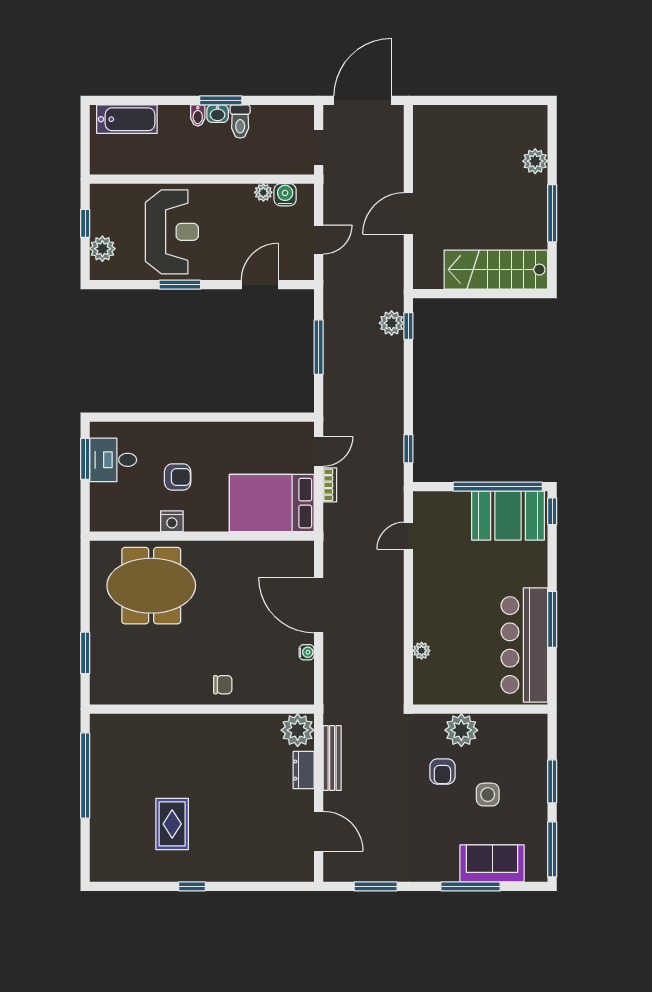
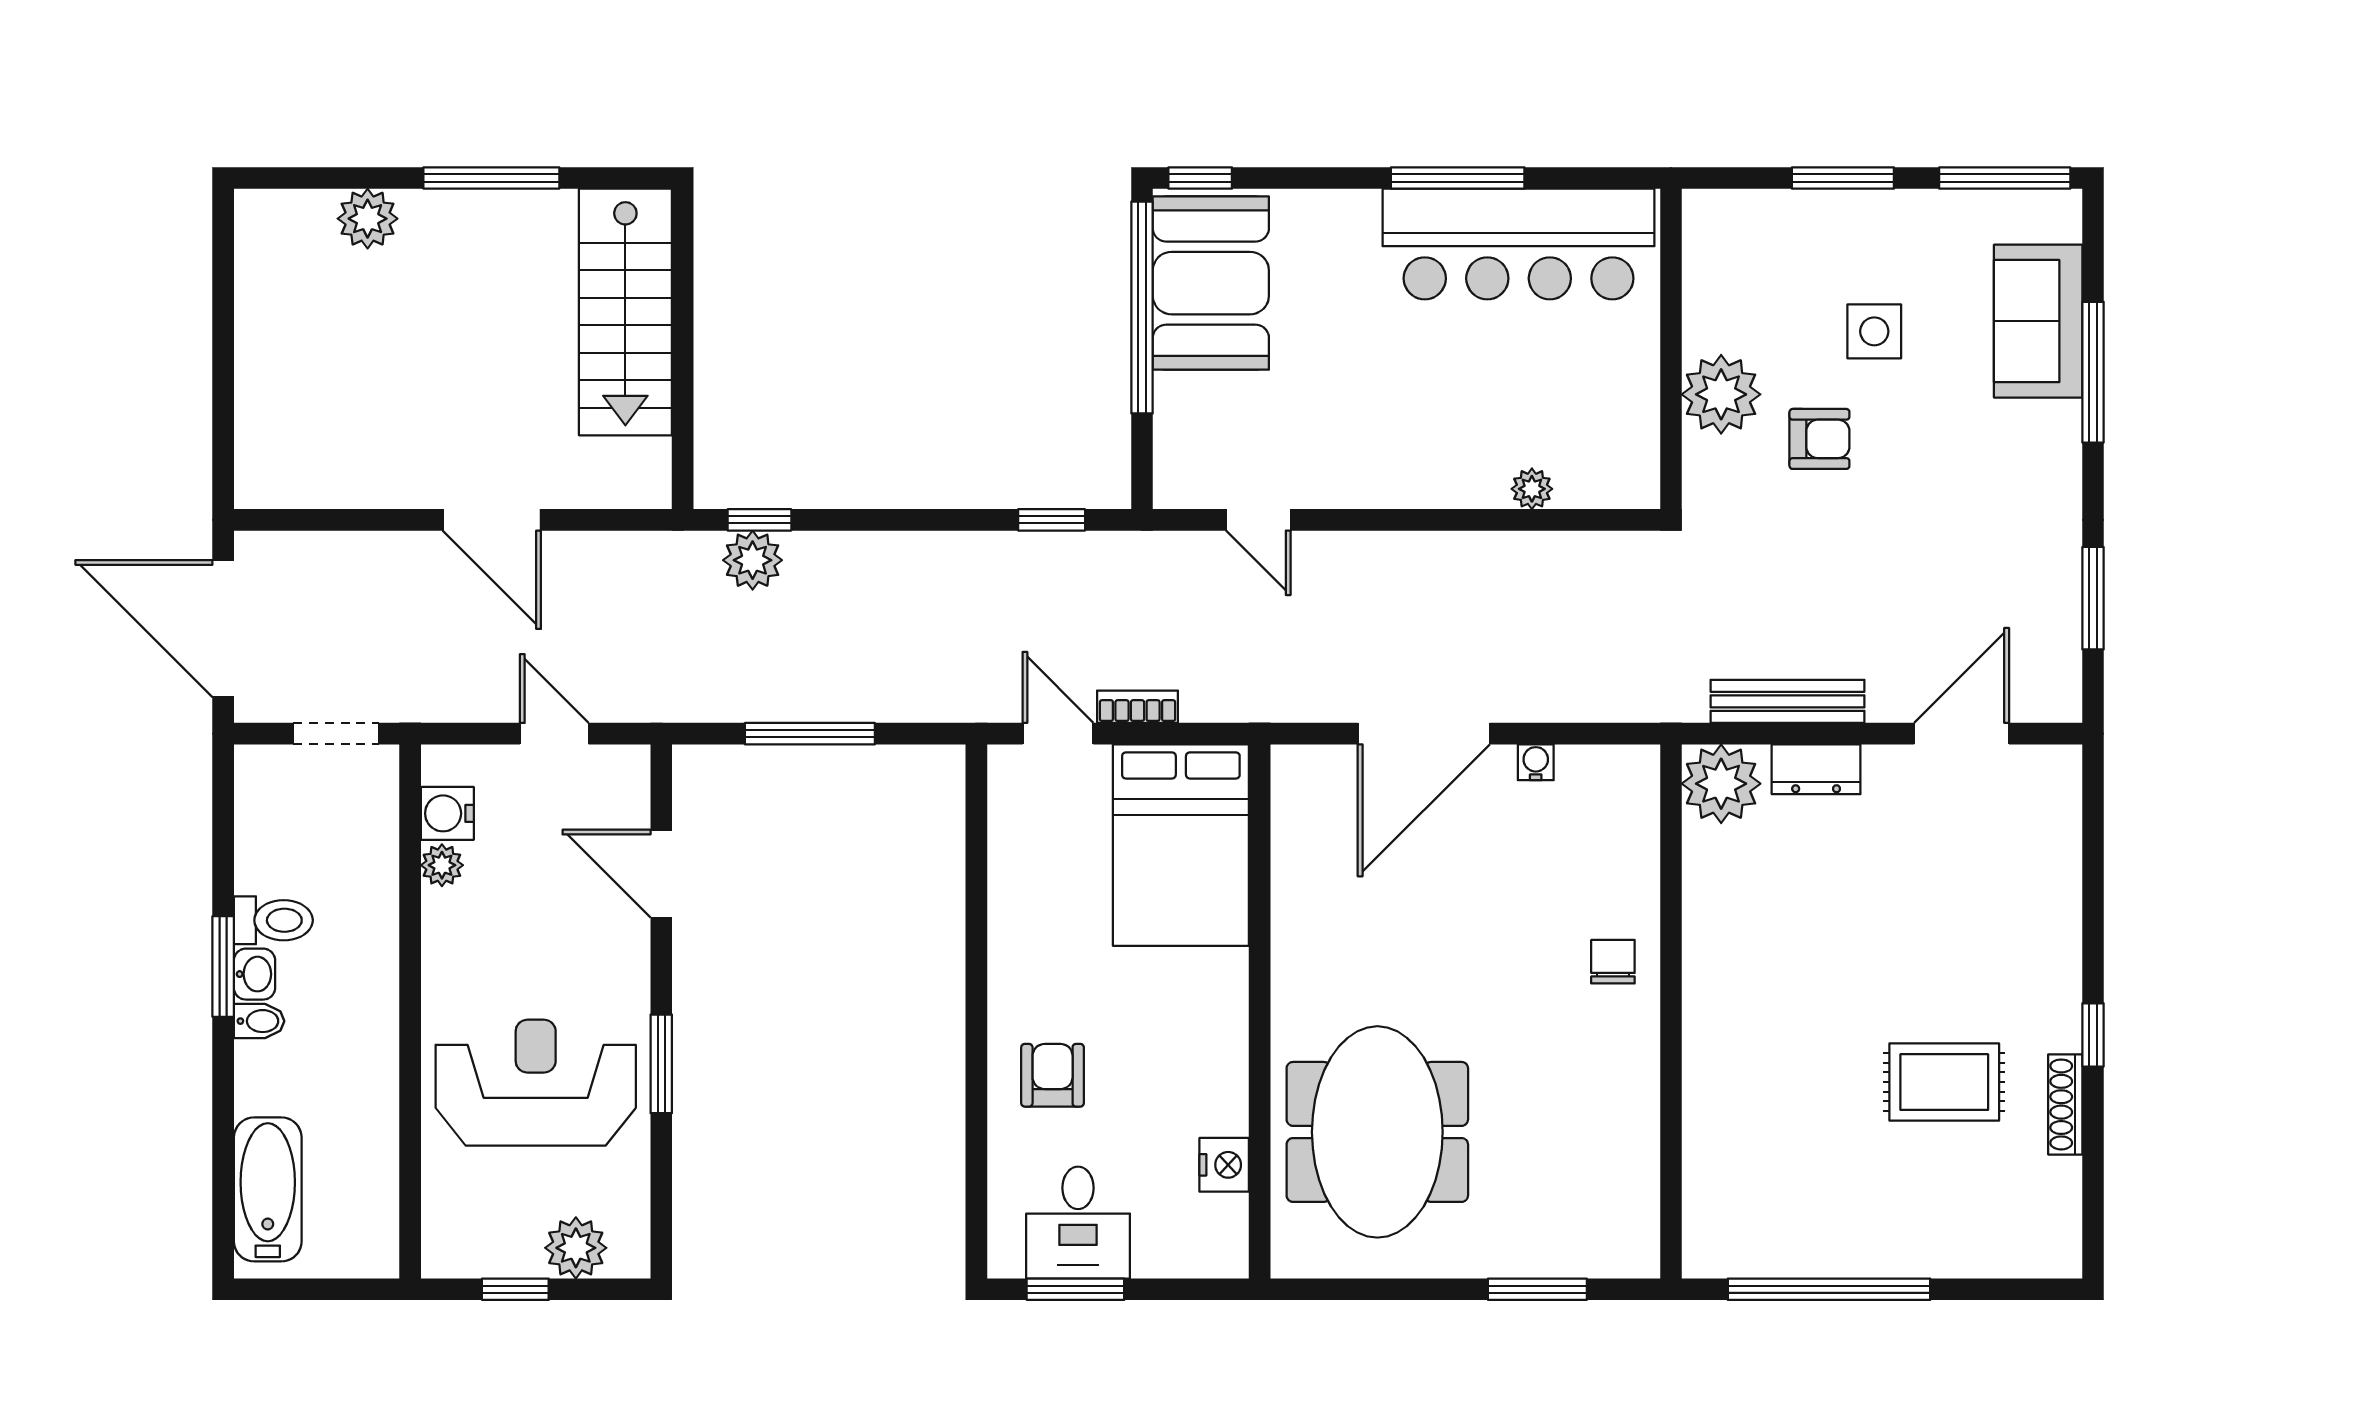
armchair: (178, 477) -> (1053, 1075), moved
nightstand: (172, 521) -> (1224, 1165), moved
shoe rack: (163, 875) -> (2065, 1104), added

